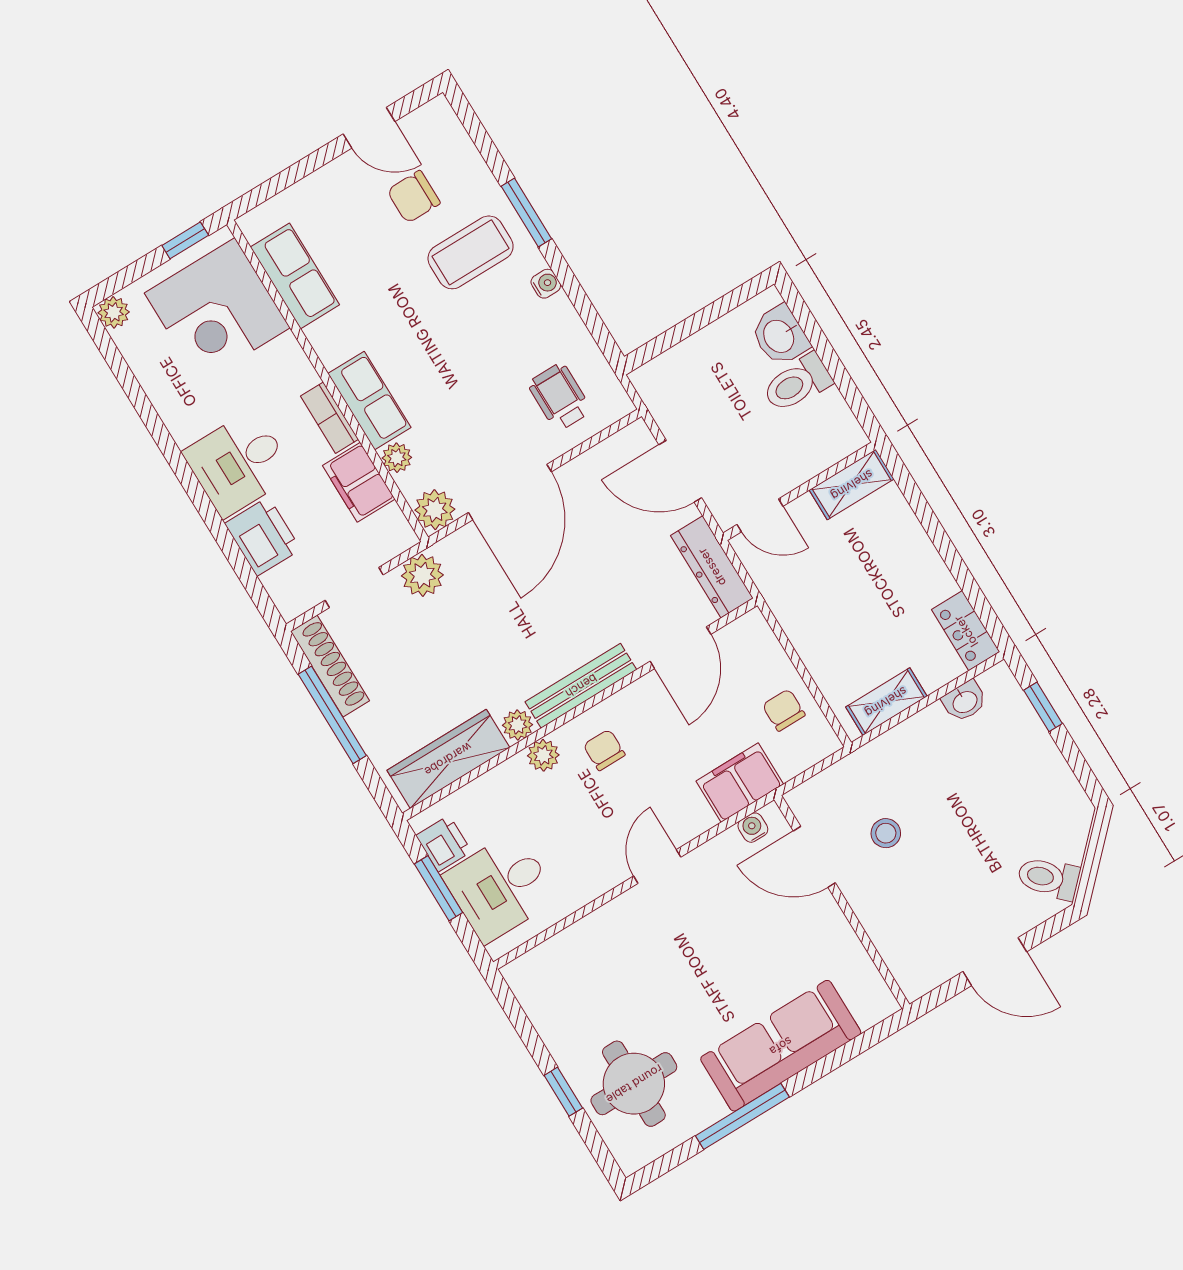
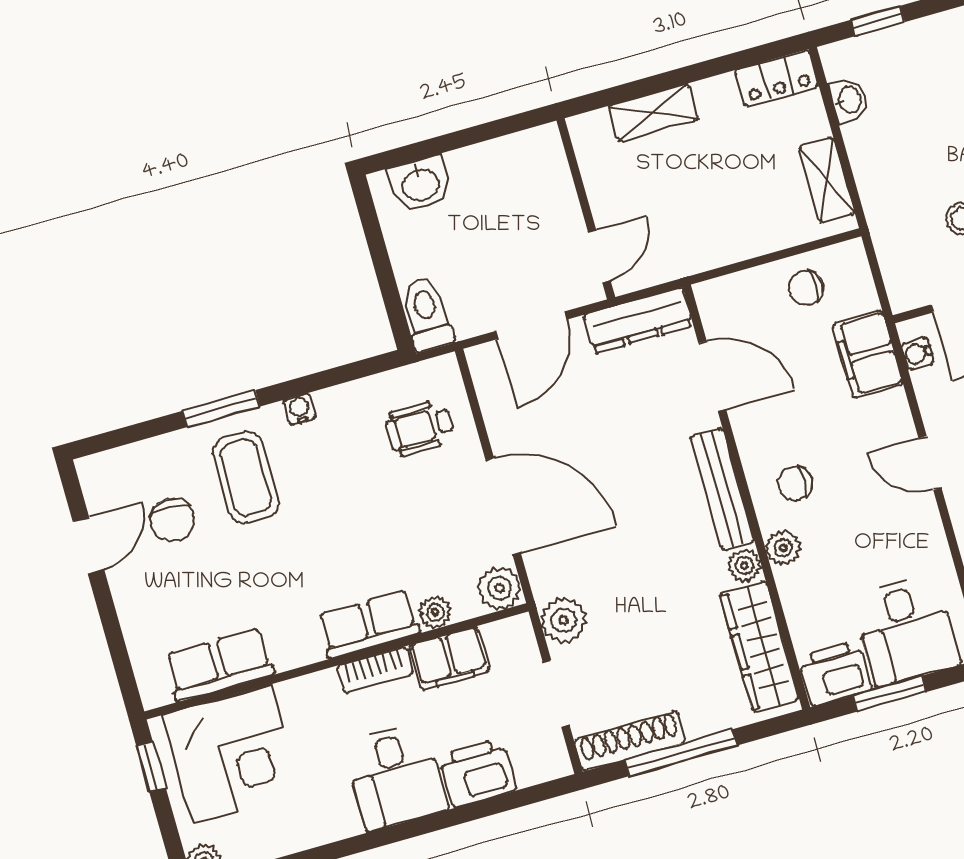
toilet: (797, 383) -> (427, 314), moved, turned 180
shelving: (852, 485) -> (653, 113), moved, turned 90
printer: (444, 844) -> (835, 673), width x1.36, depth x1.24

